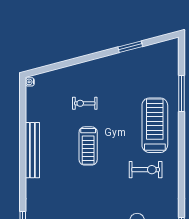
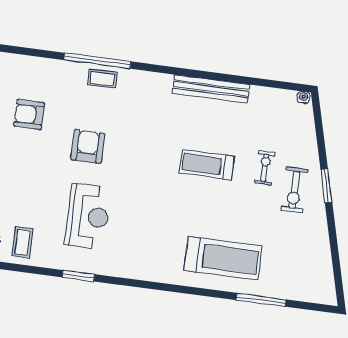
window: (130, 47) -> (326, 186), moved
exercise bike: (146, 170) -> (294, 190), moved

